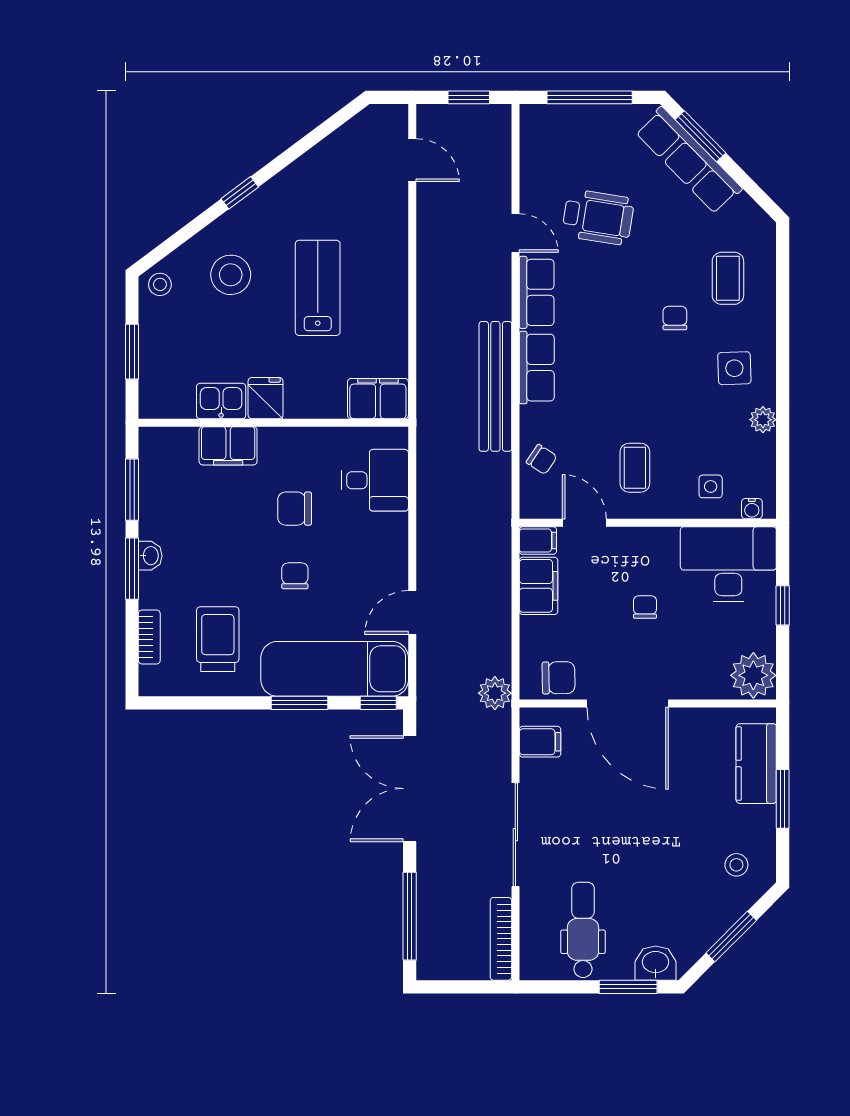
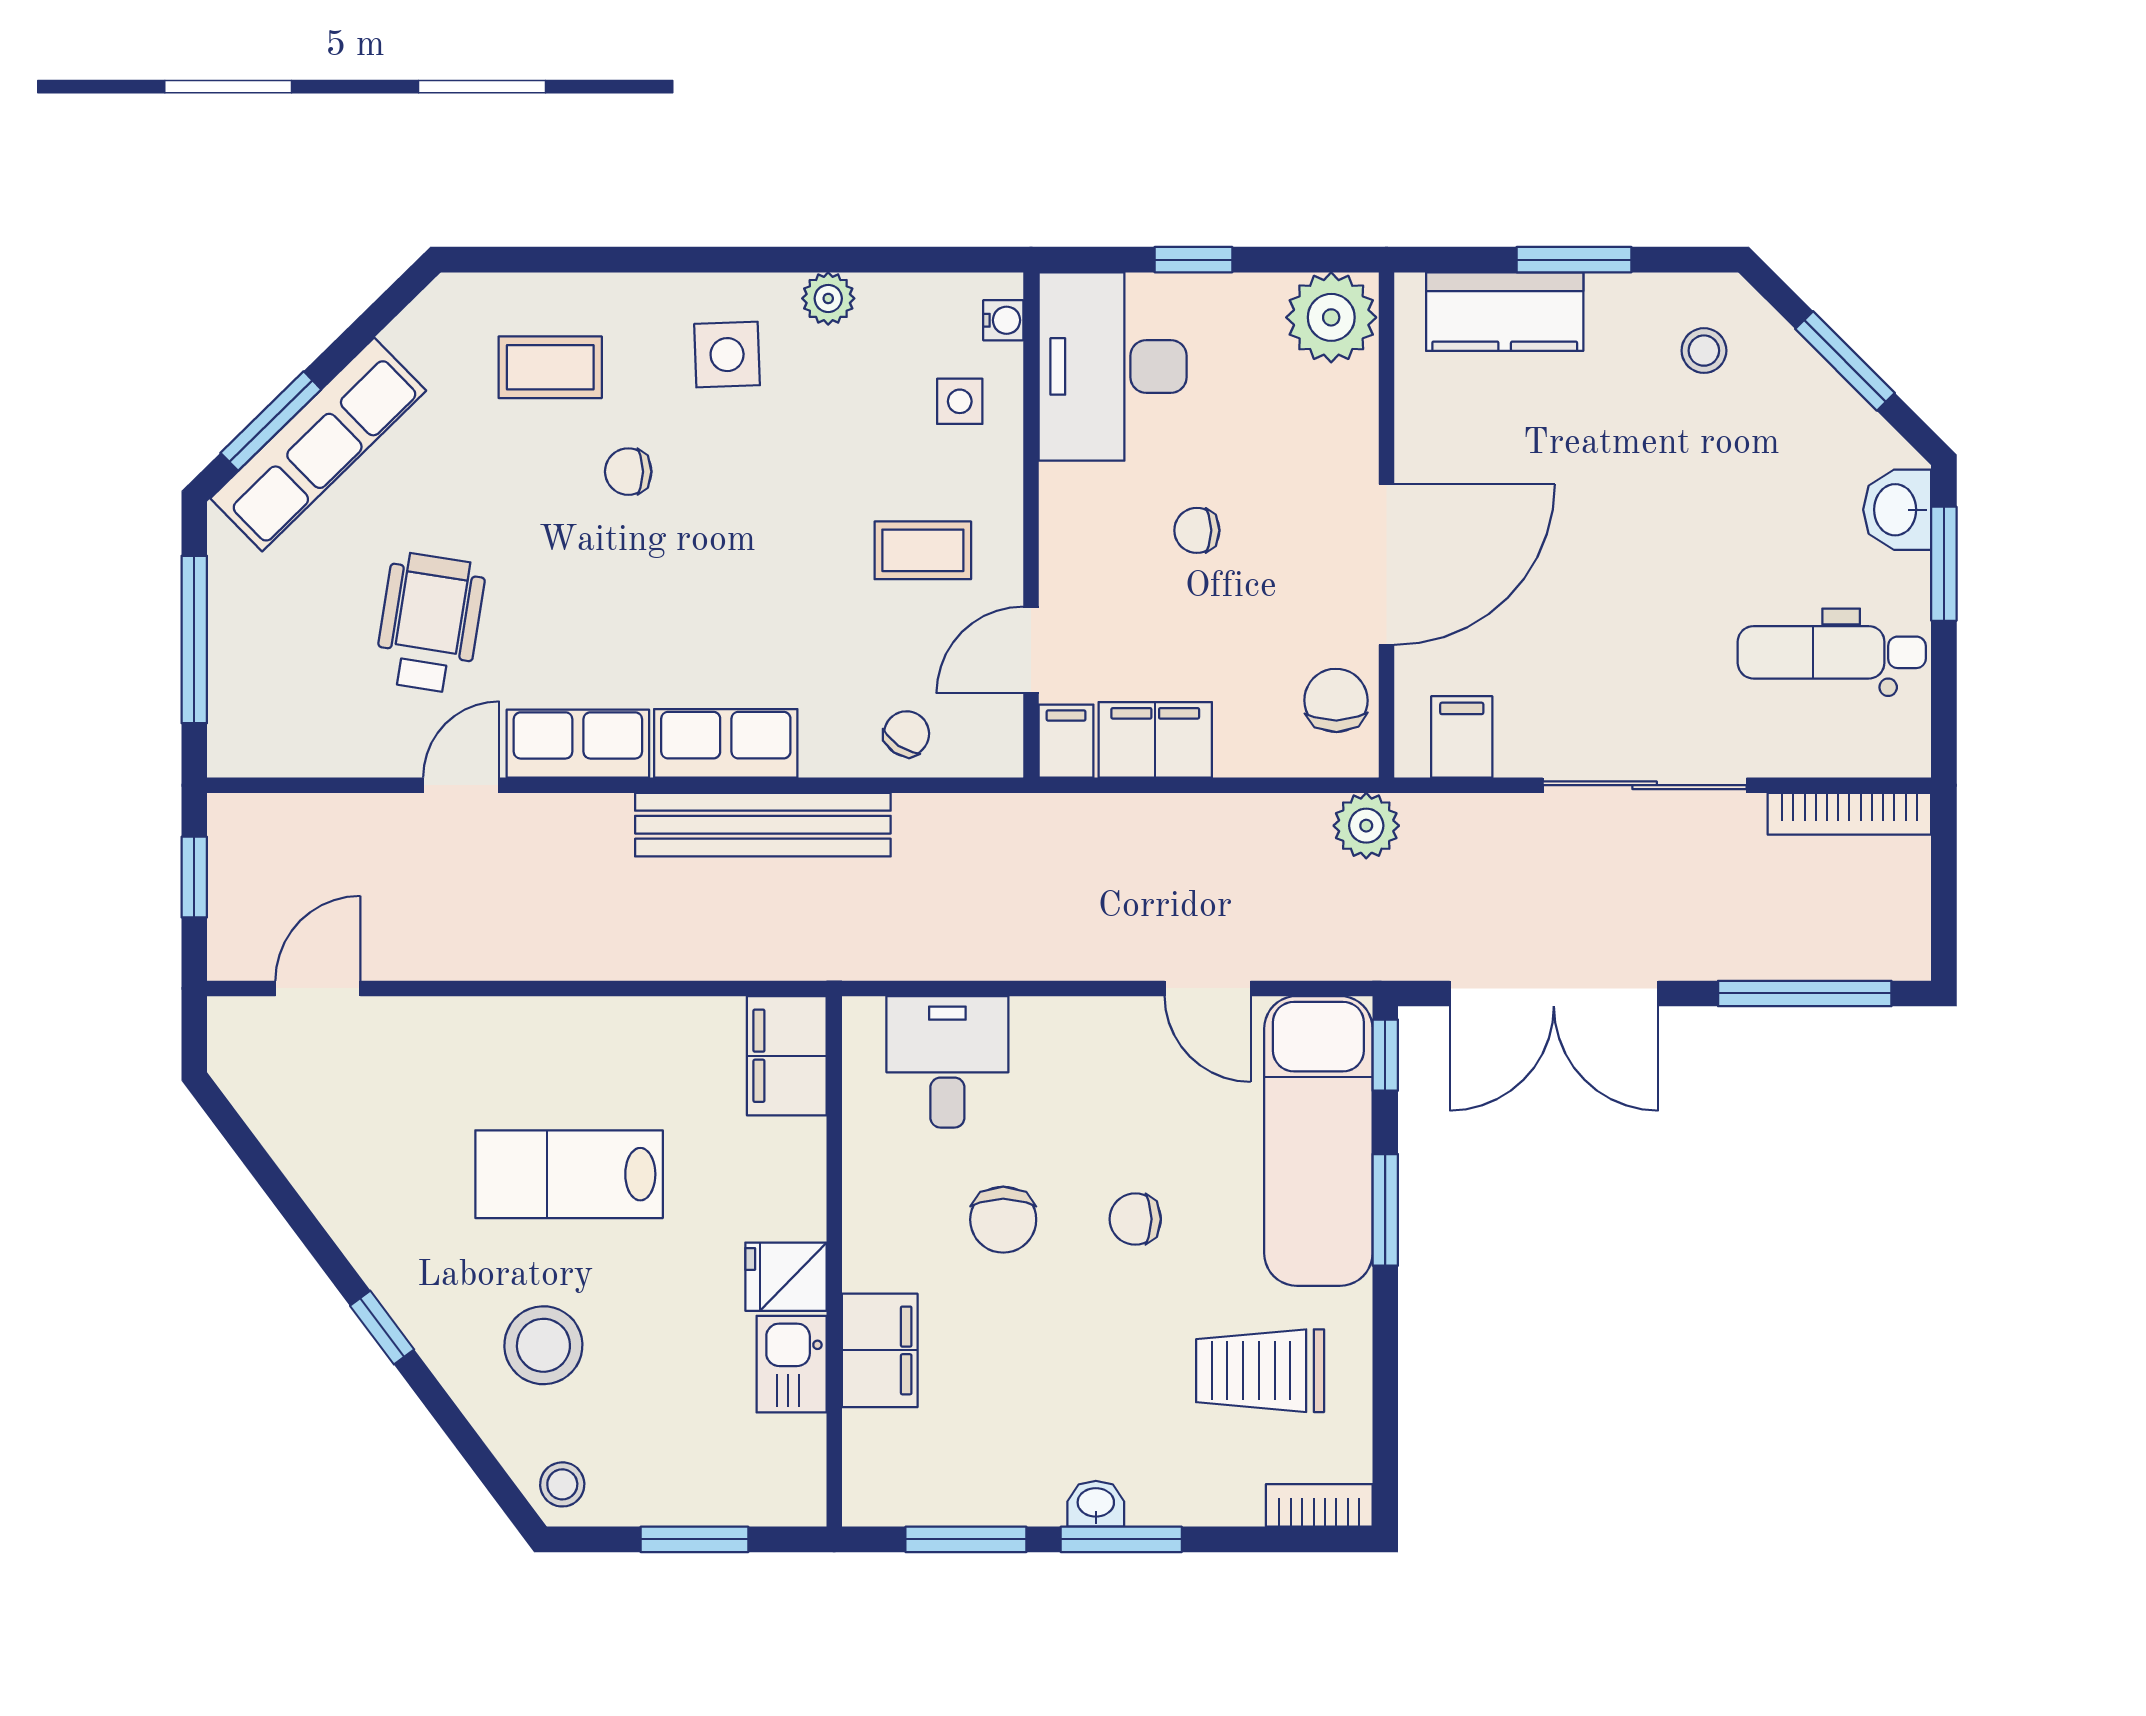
bookcase: (149, 637) -> (1319, 1505), moved

